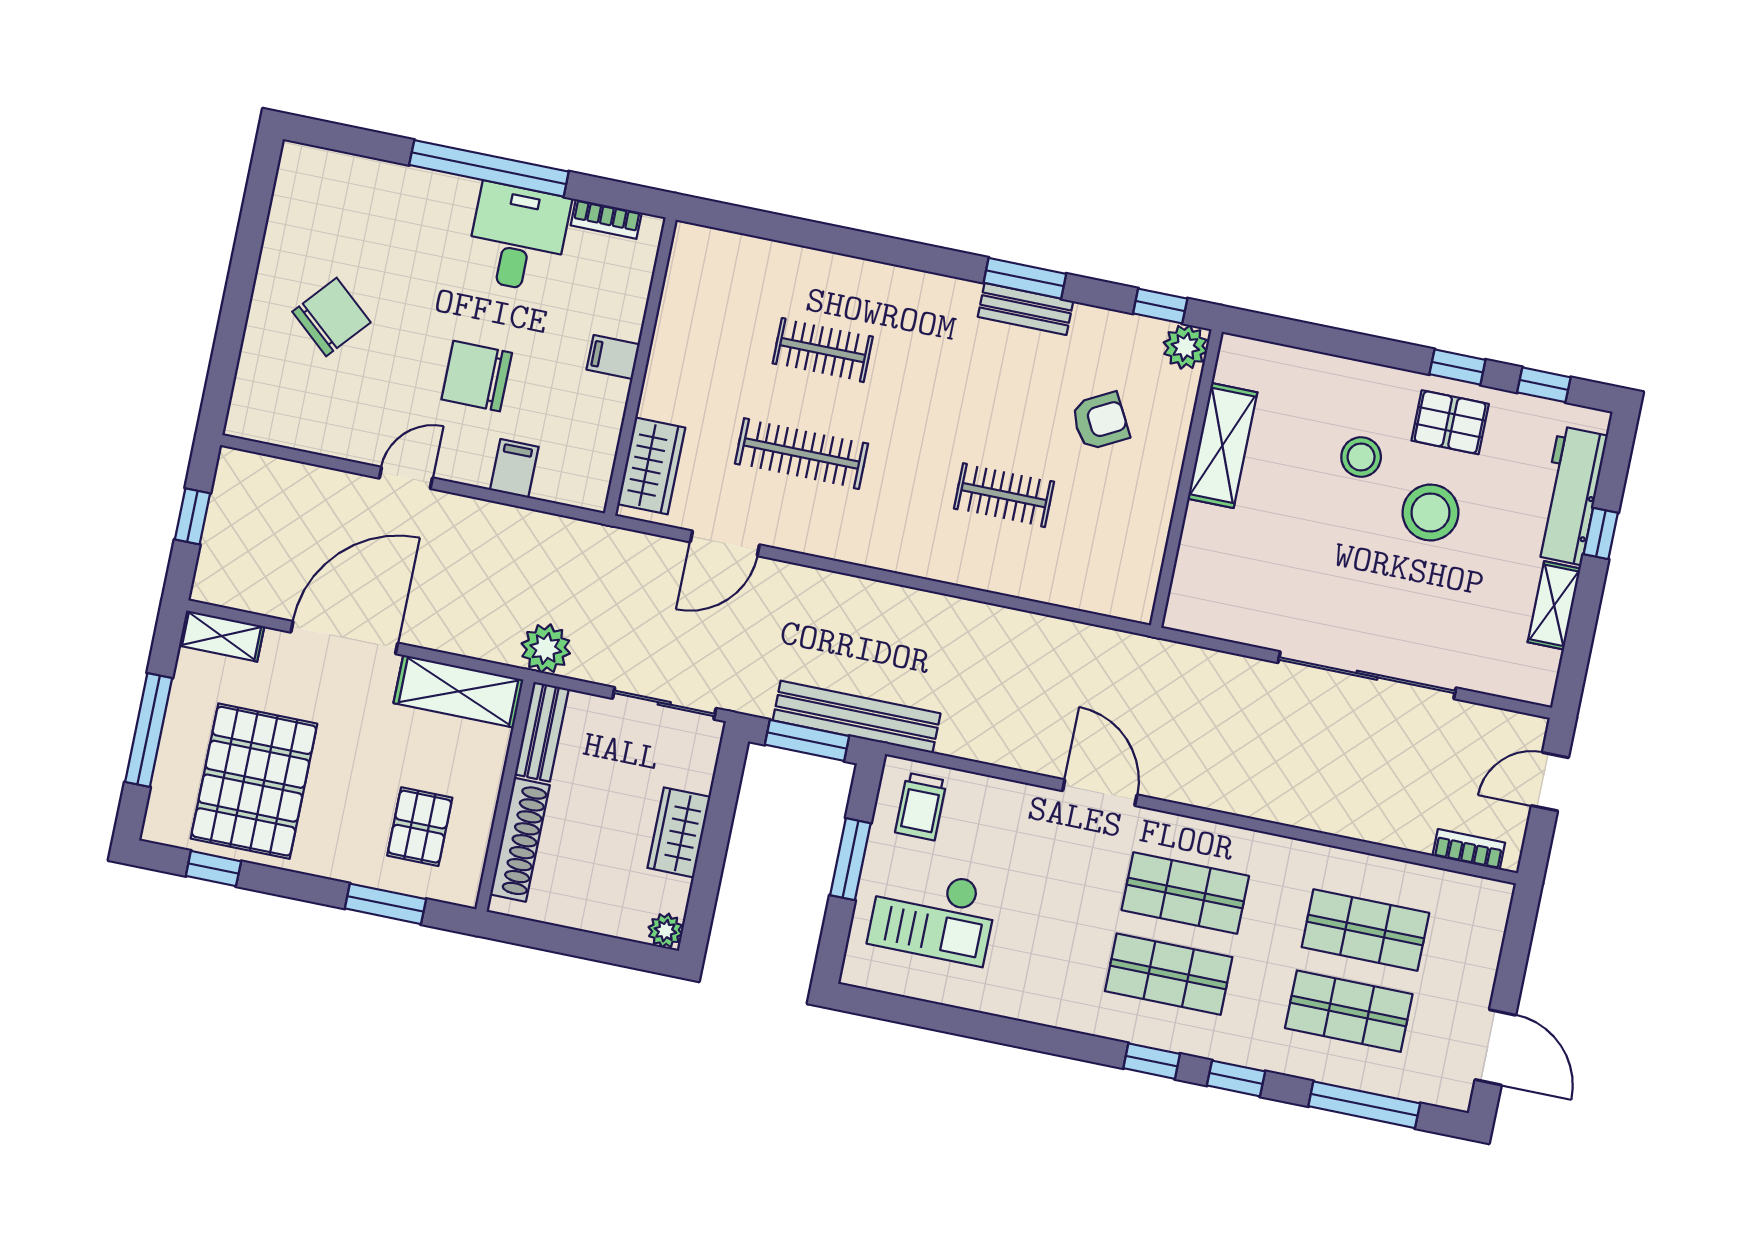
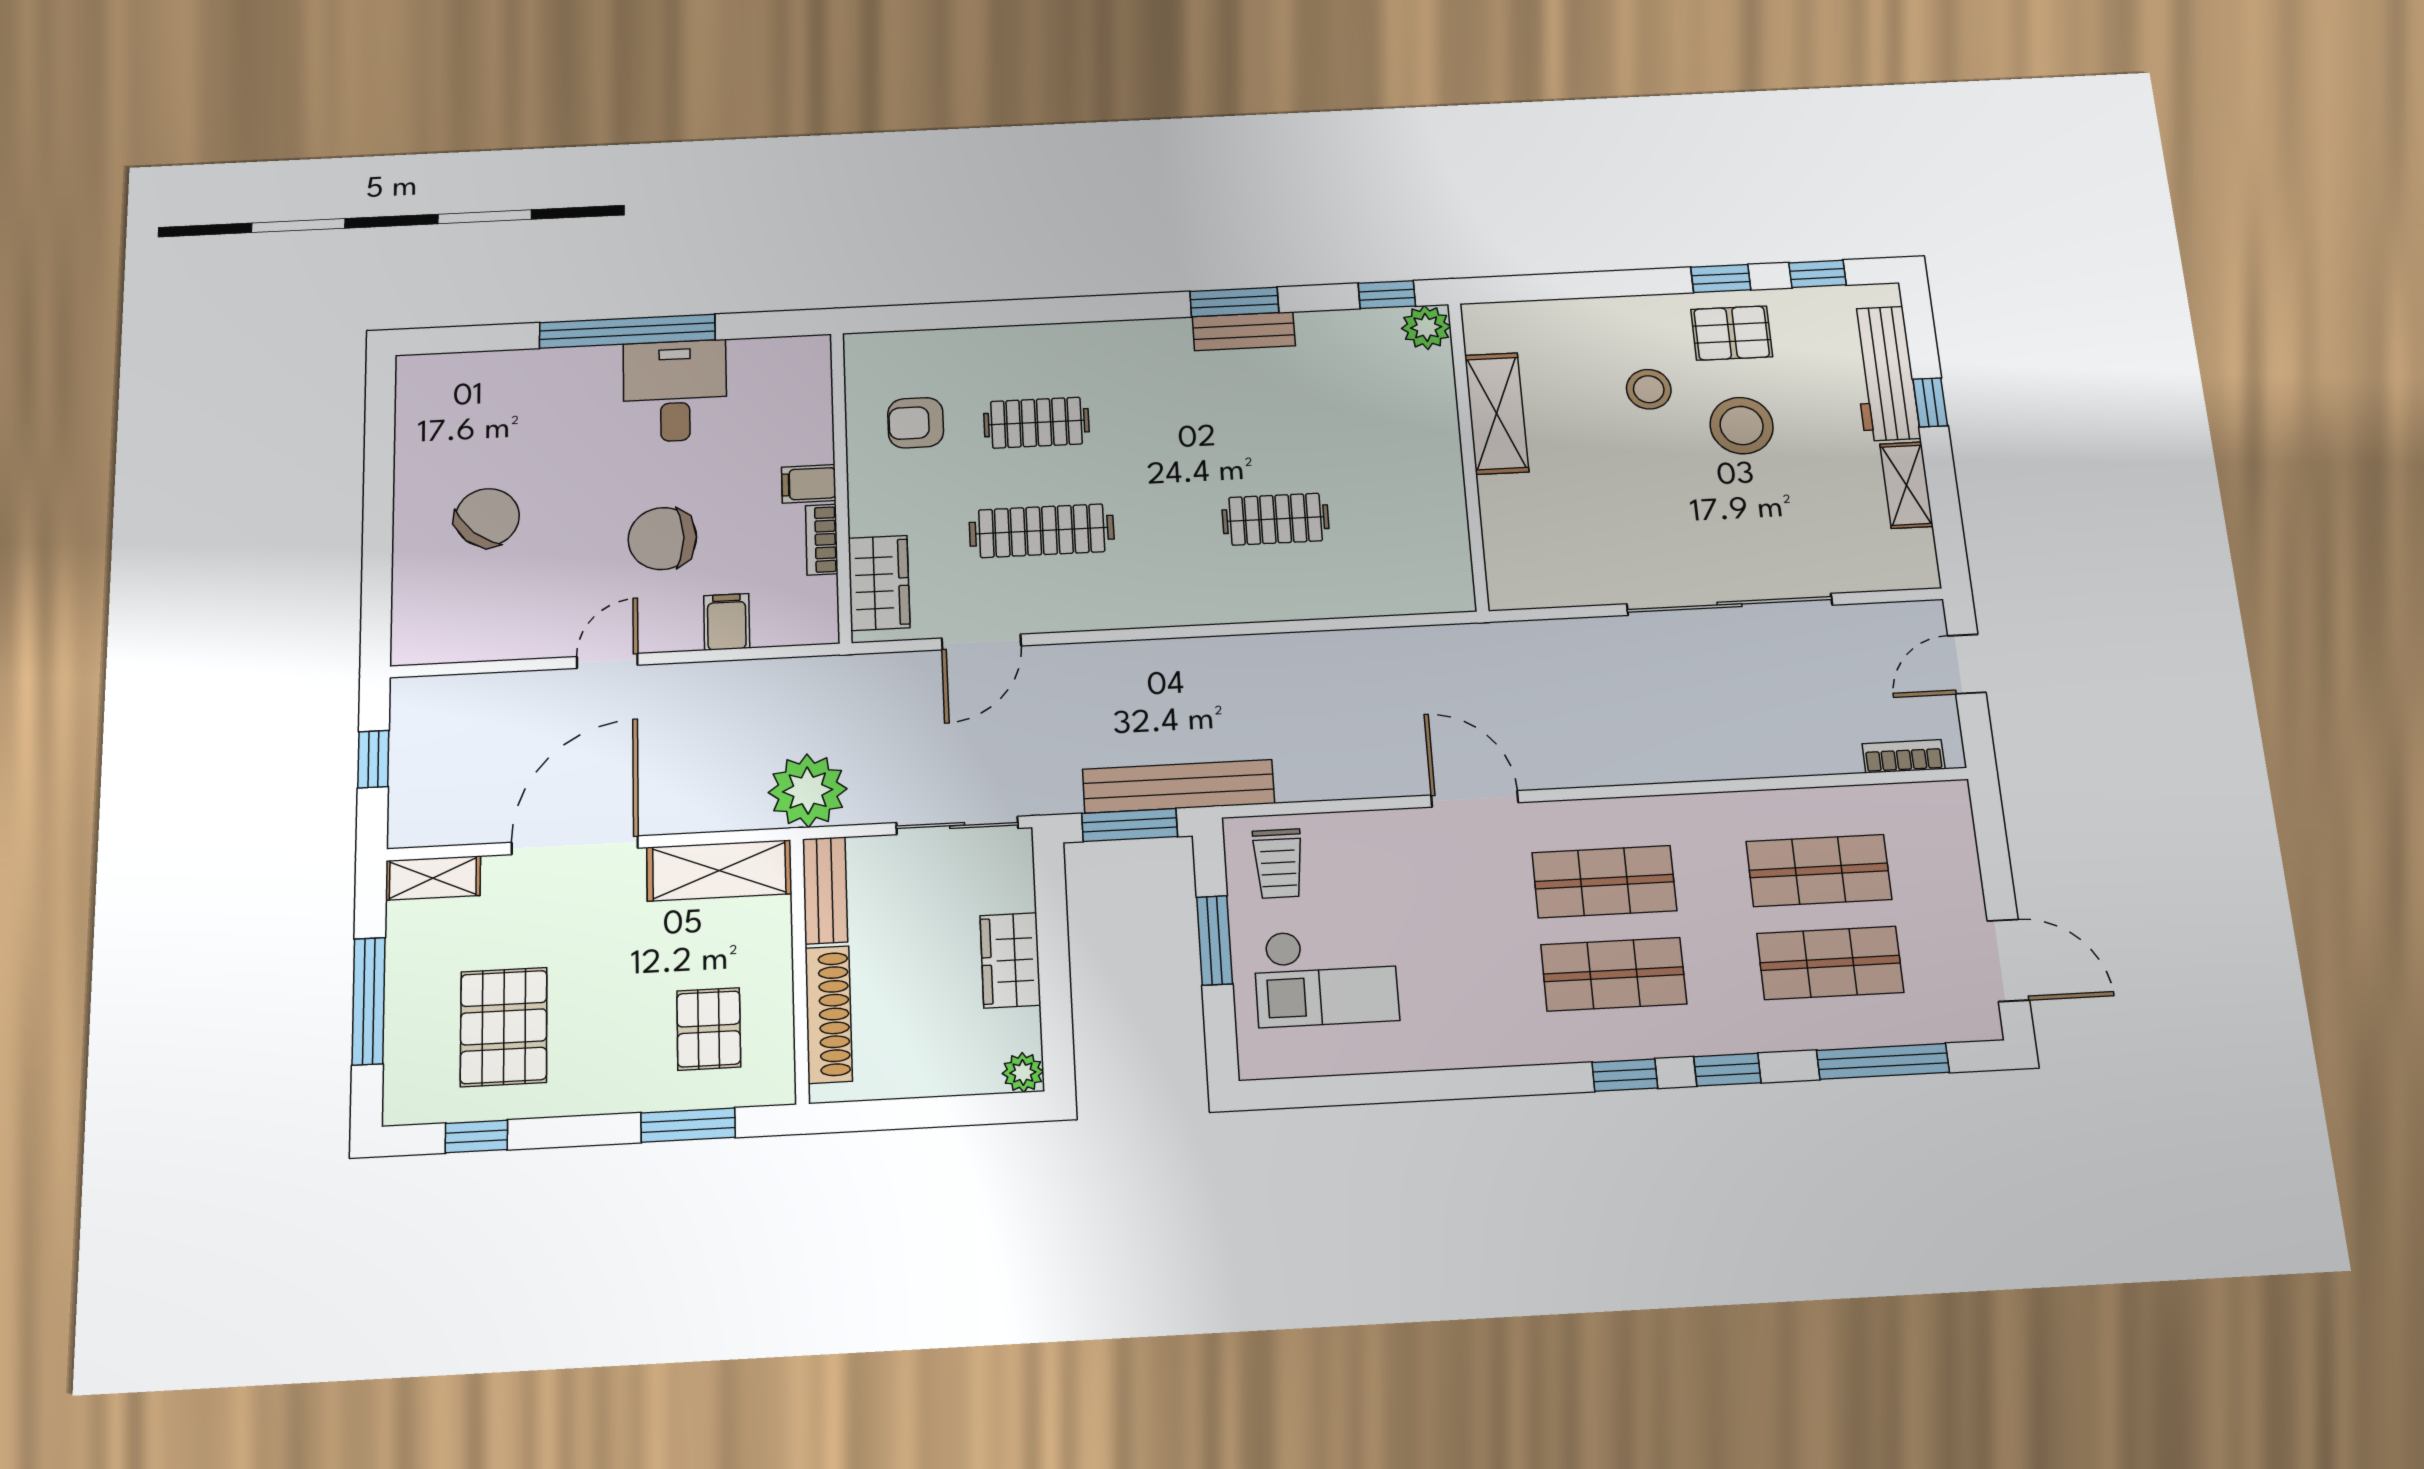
bookcase: (606, 219) -> (822, 540), moved, turned 90
armchair: (1100, 421) -> (916, 423), moved, turned -152
plant: (546, 648) -> (808, 791), width x1.36, depth x1.36
pallet: (254, 781) -> (504, 1027), width x0.73, depth x0.71

